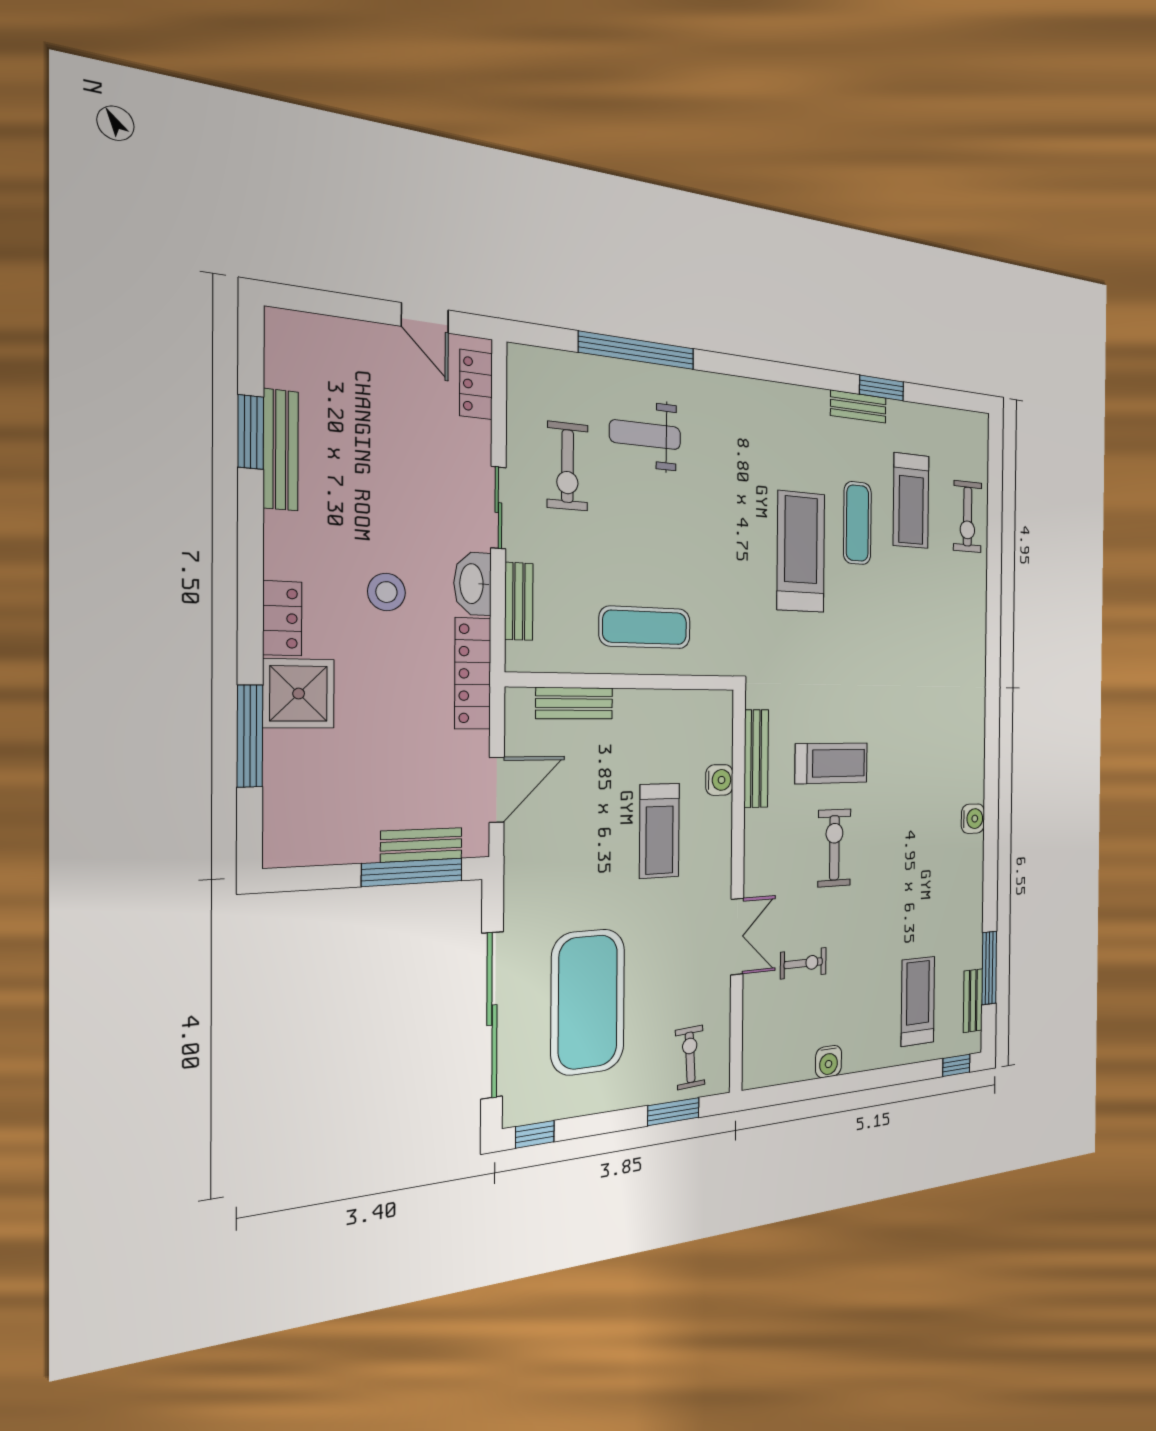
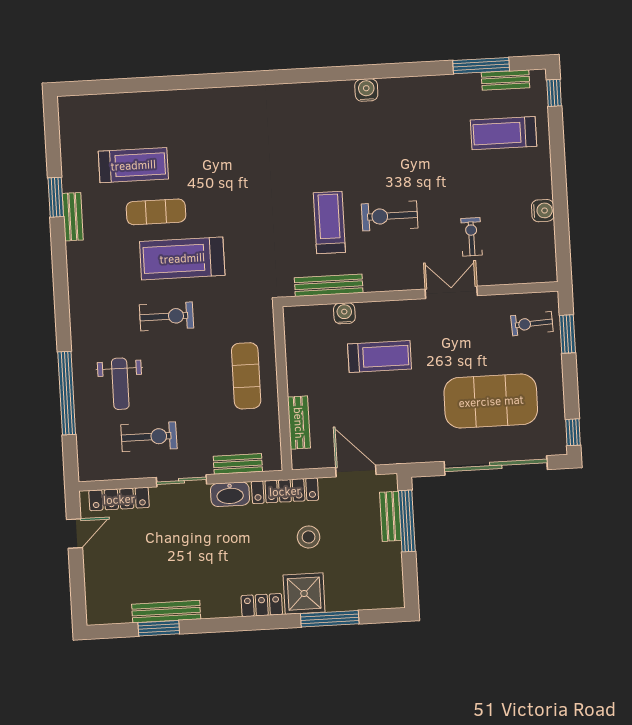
locker: (476, 384) -> (119, 499), width x1.53
exercise bike: (968, 517) -> (167, 316), moved
stool: (386, 592) -> (309, 537), moved

